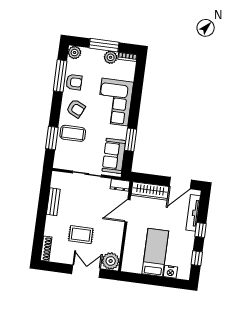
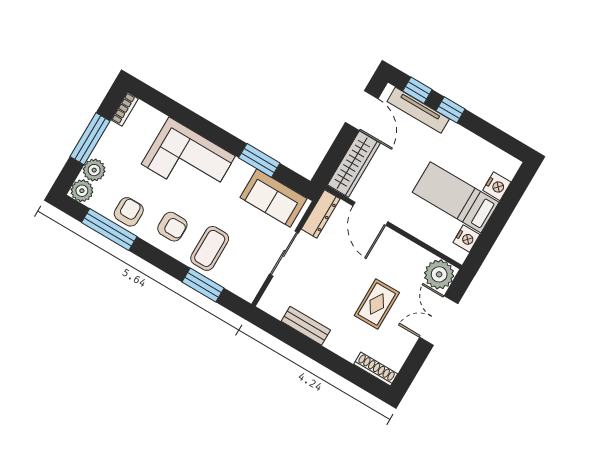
plant: (111, 57) -> (94, 170), moved
armchair: (76, 109) -> (172, 227), turned 65
dresser: (120, 185) -> (321, 214), width x1.44
window: (197, 258) -> (417, 90), moved
nightstand: (136, 267) -> (466, 239), added

